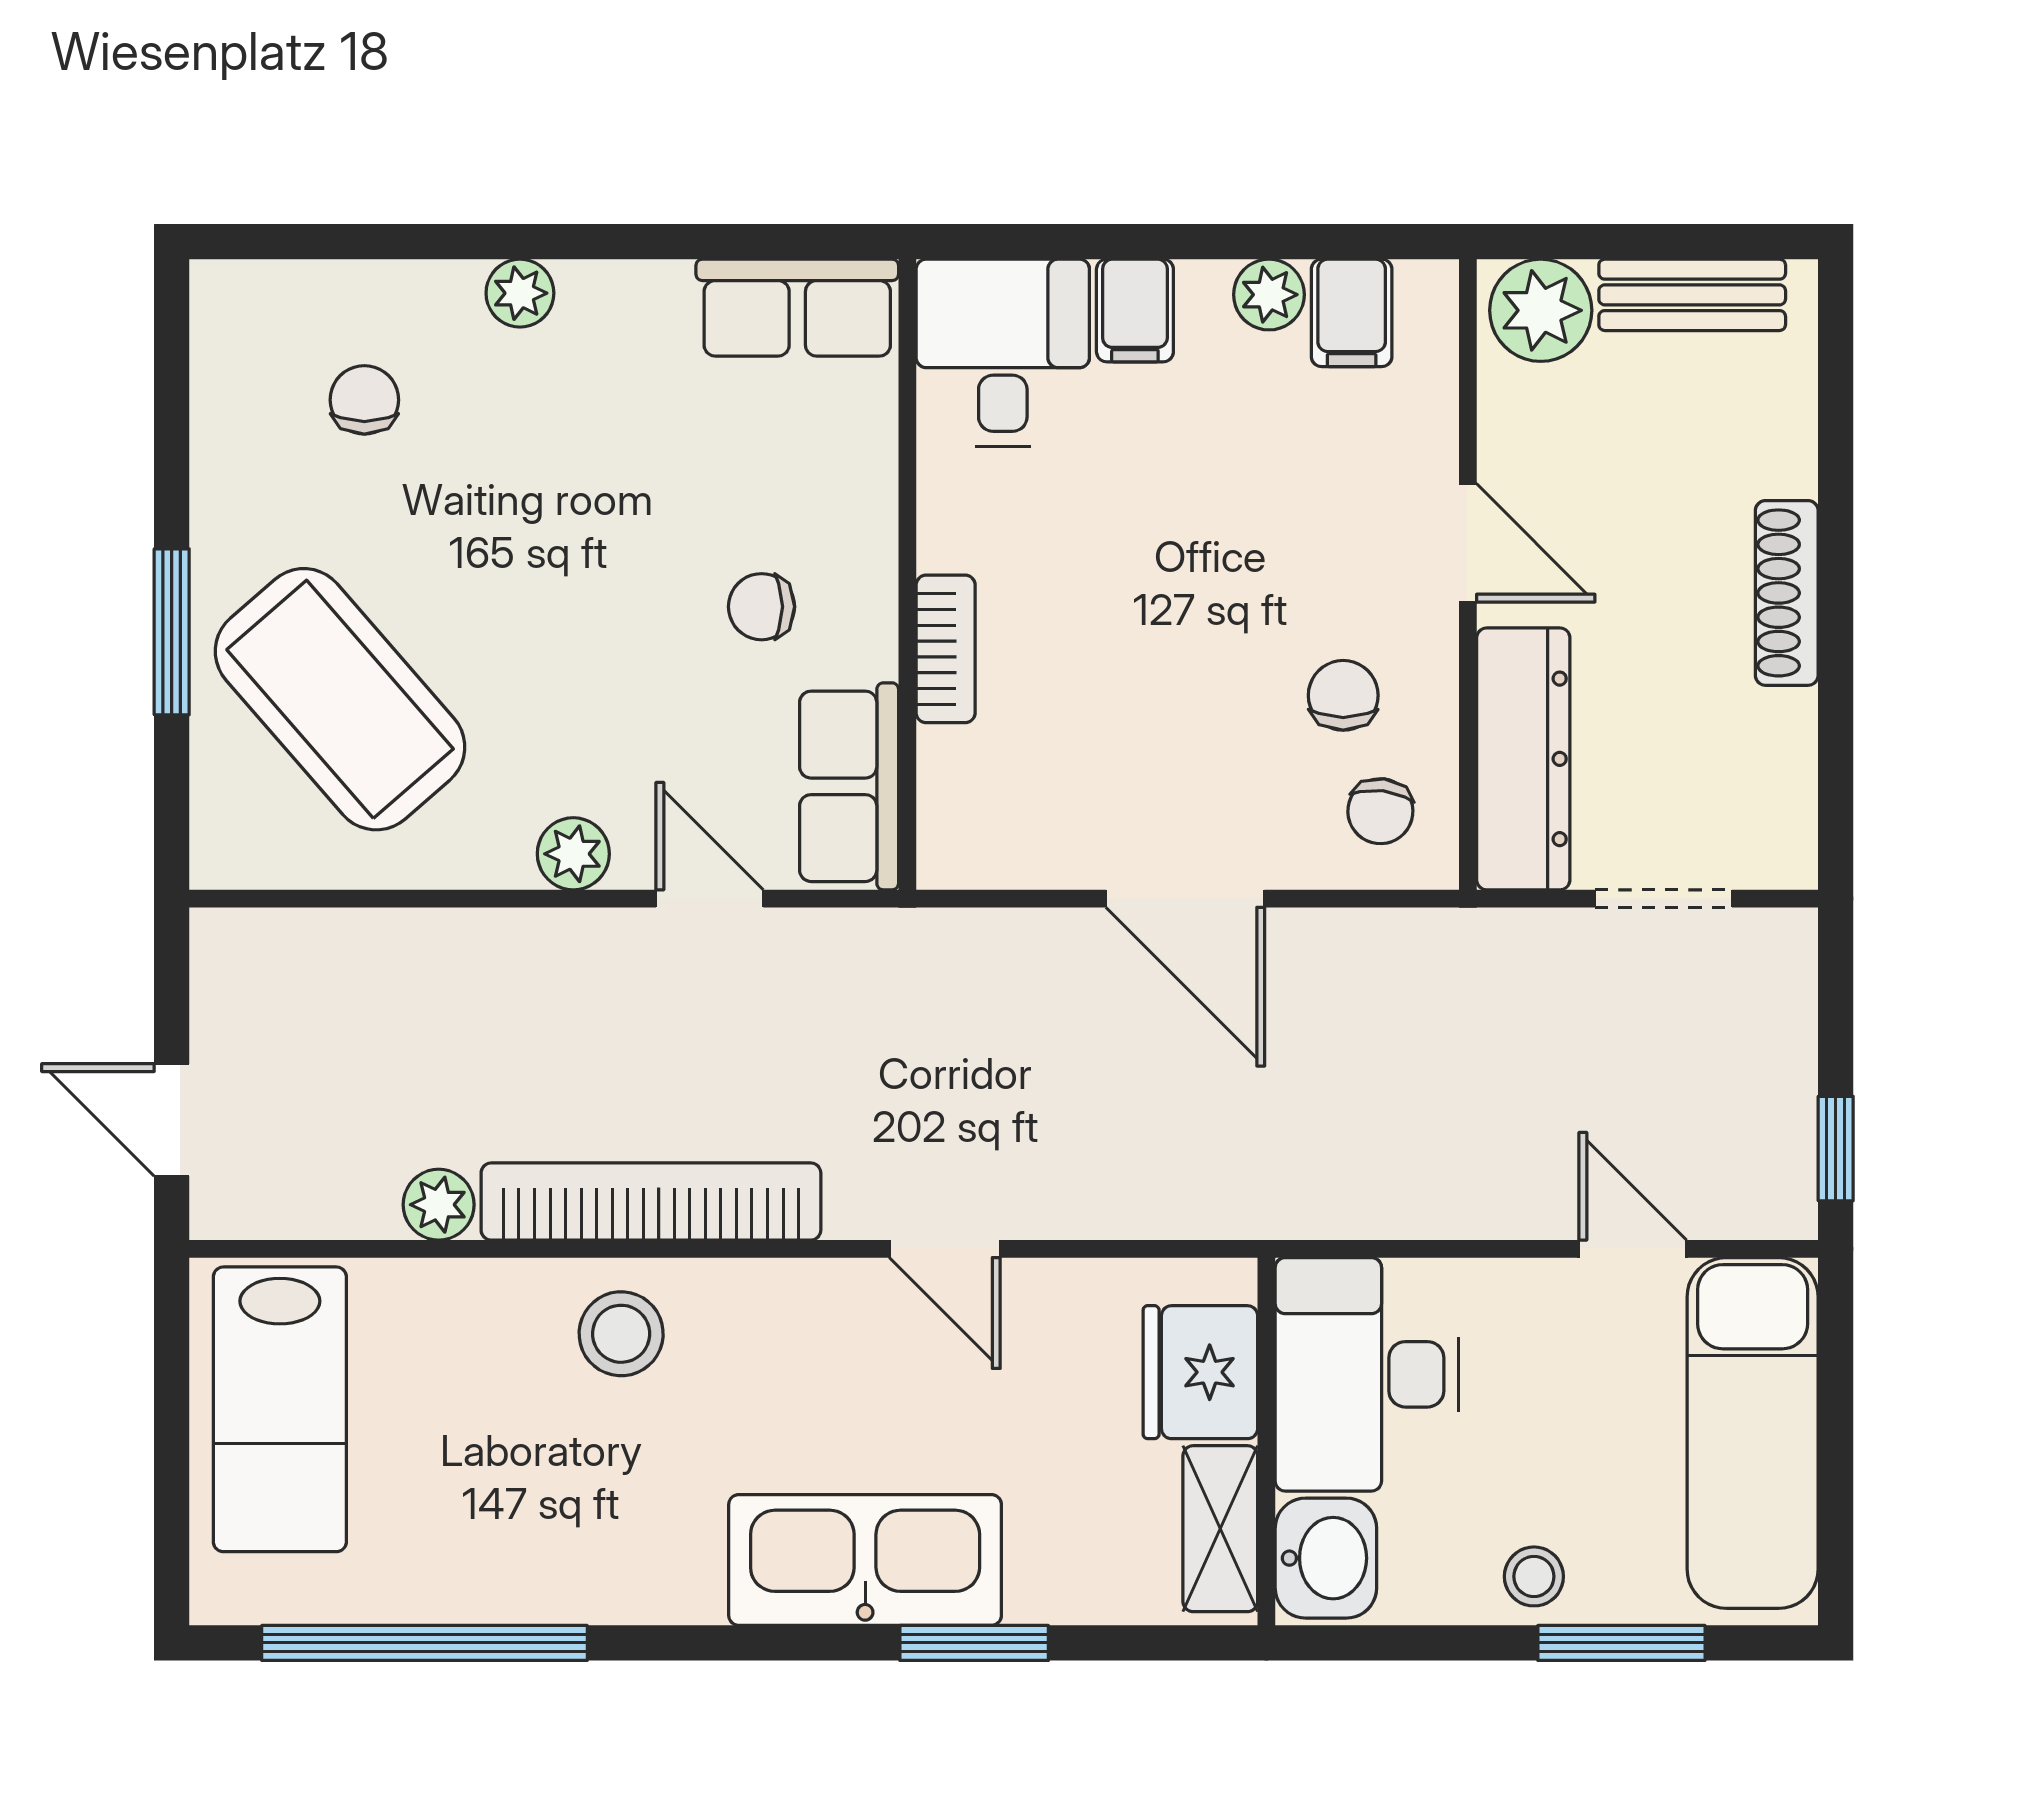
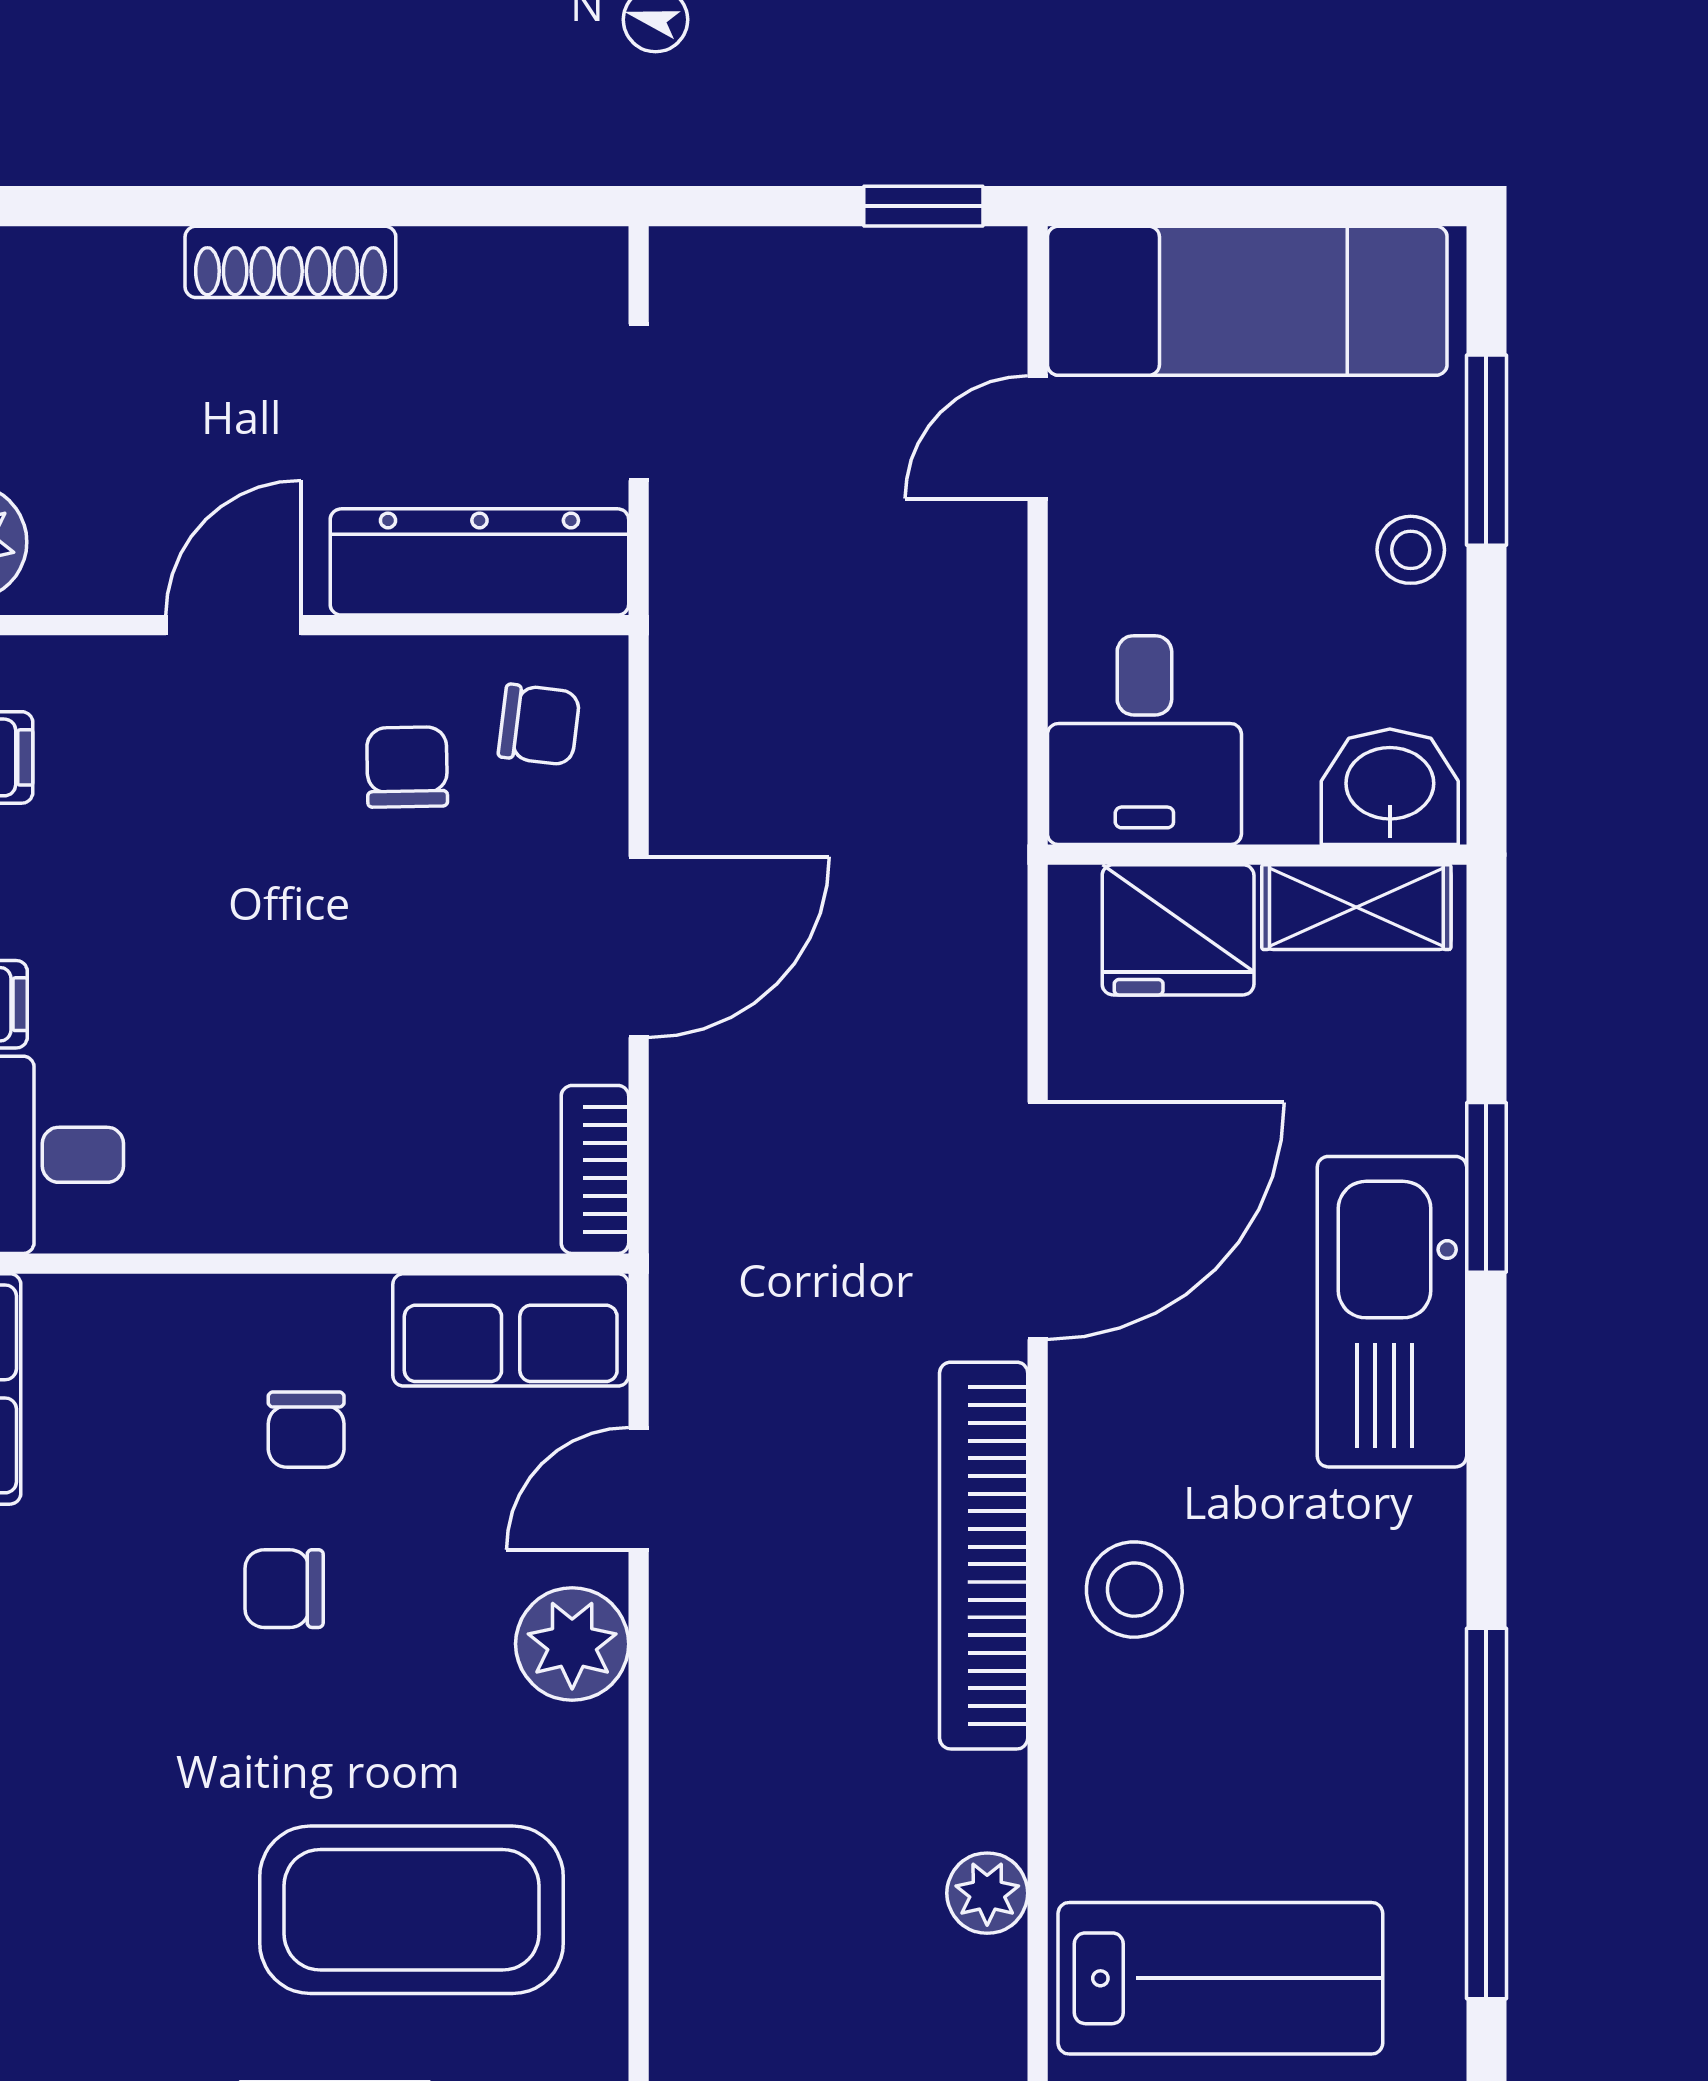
chair: (364, 400) -> (284, 1589), moved
bookcase: (946, 649) -> (595, 1169), moved, turned -90
chair: (1343, 695) -> (407, 767), turned 89
coffee table: (340, 699) -> (411, 1910), turned 41
plant: (573, 854) -> (572, 1644), width x1.38, depth x1.38
plant: (439, 1205) -> (987, 1893), moved
door: (945, 1249) -> (1038, 1221), width x1.88
desk: (1367, 1374) -> (1144, 740), width x0.73

